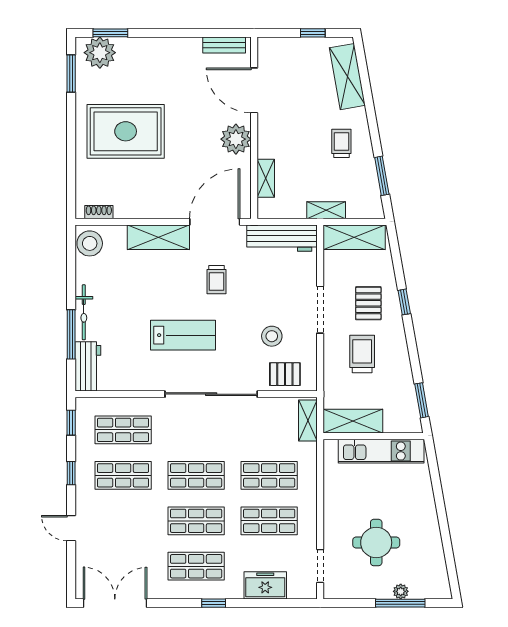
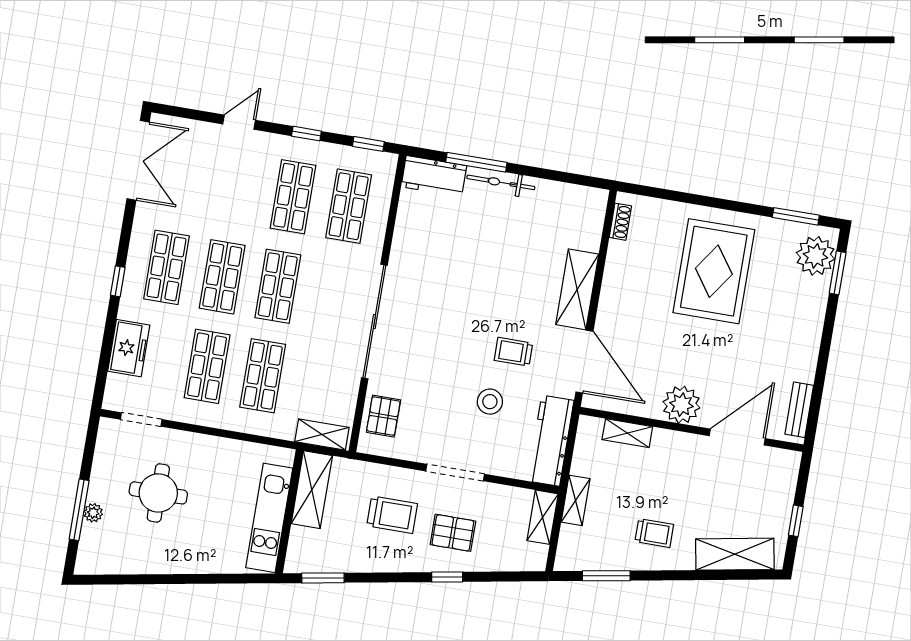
shelving: (354, 237) -> (543, 517), width x0.67, depth x0.75
stool: (90, 243) -> (584, 204), removed
lab bench: (183, 335) -> (452, 299), removed
stool: (272, 336) -> (490, 402), moved

